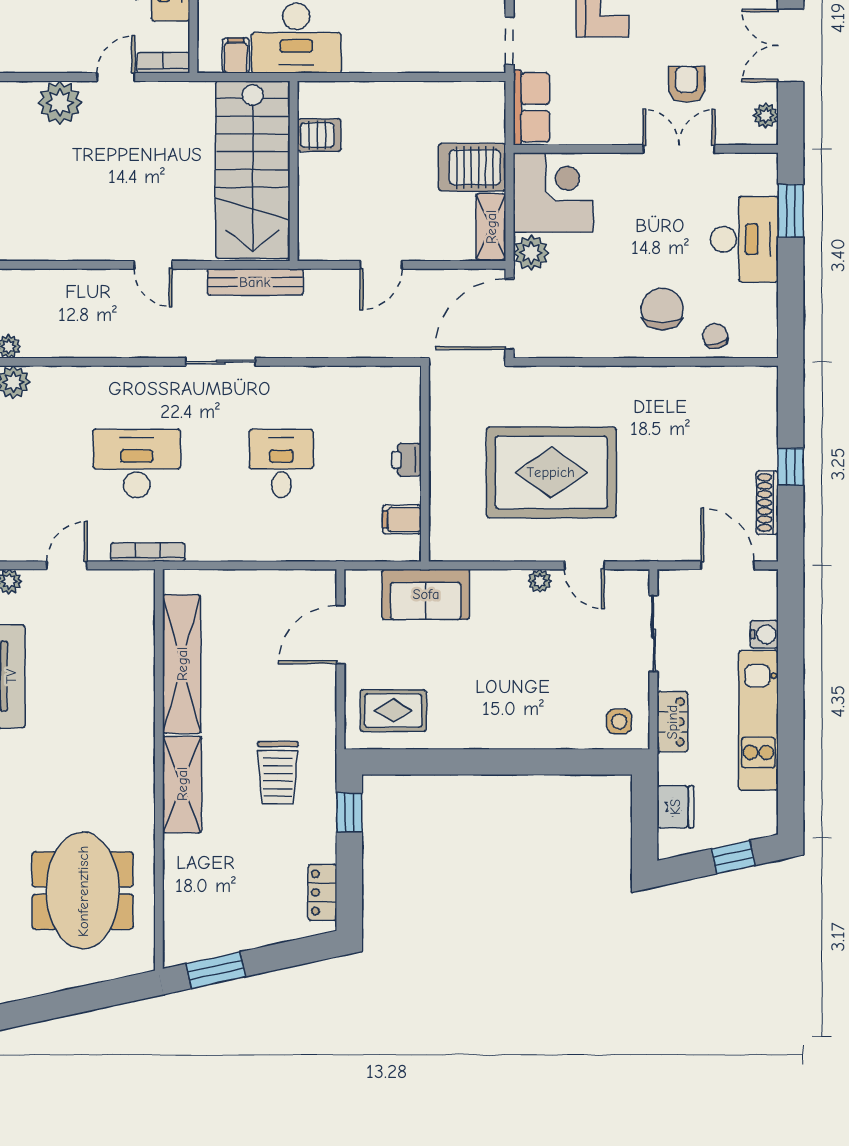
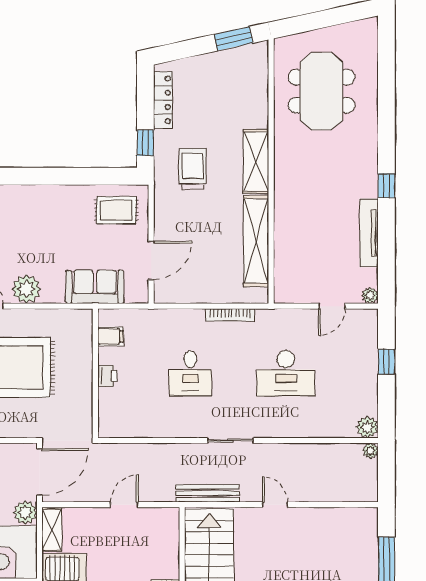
bookcase: (148, 552) -> (230, 315), moved
plant: (540, 581) -> (26, 289), width x1.88, depth x1.88
locker: (323, 892) -> (163, 100), width x1.53

